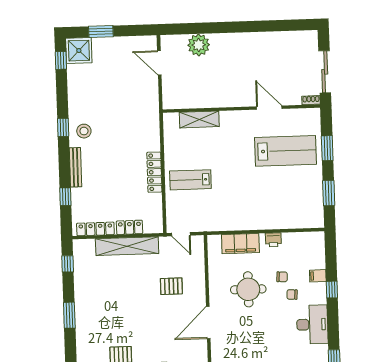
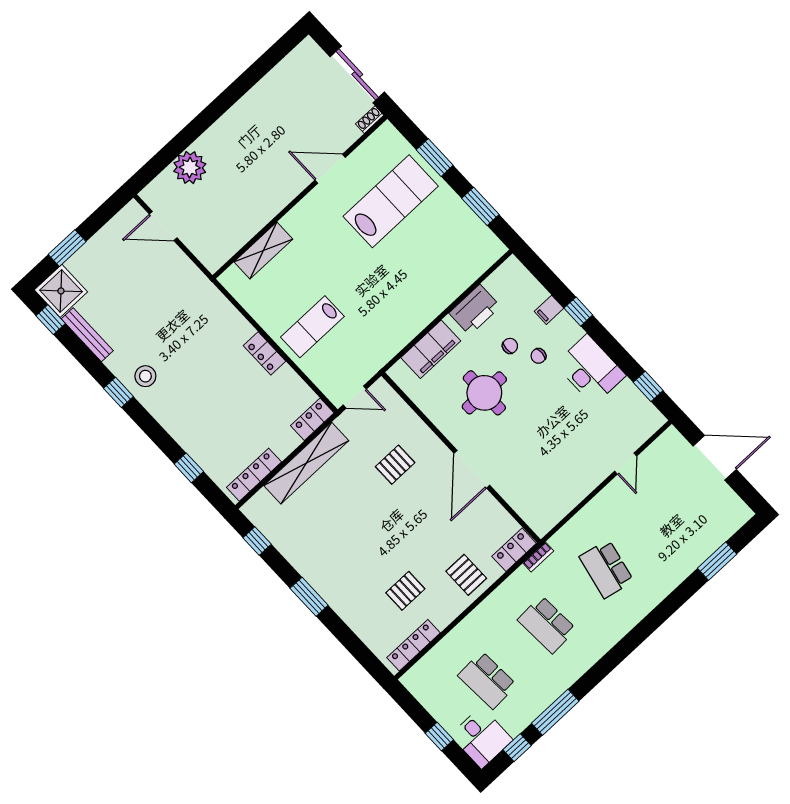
bench: (76, 167) -> (87, 335), moved
locker: (154, 172) -> (265, 353), width x0.66
locker: (130, 227) -> (312, 419), moved
printer: (273, 240) -> (475, 310), width x1.87, depth x1.48

